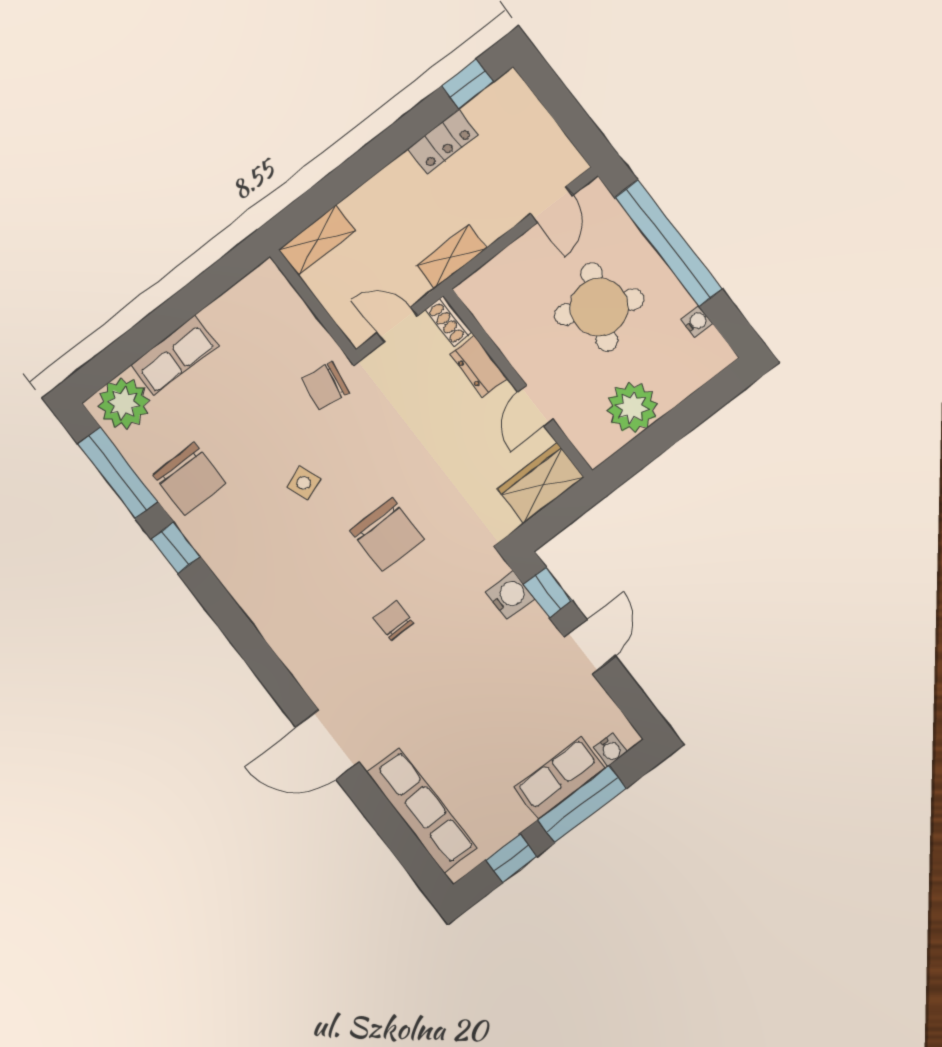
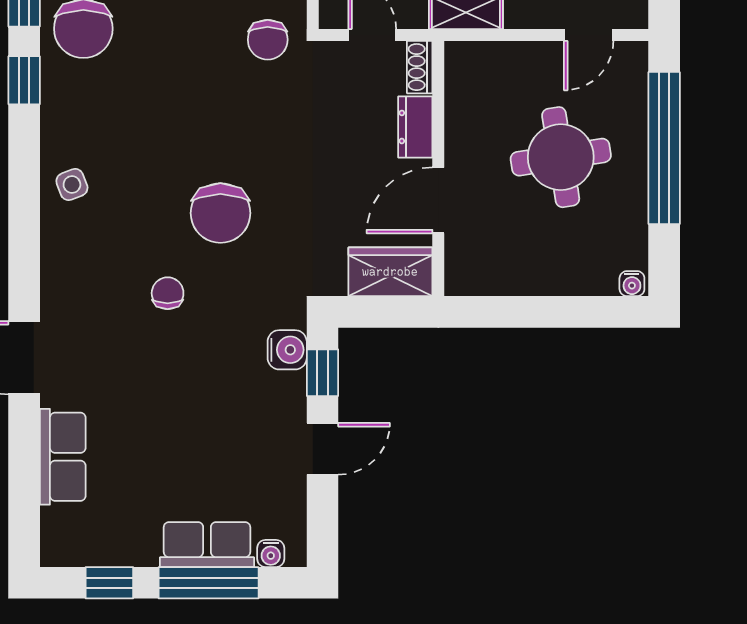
round table: (599, 307) -> (561, 157), turned -34
water cooler: (697, 322) -> (632, 284), moved, turned 90
chair: (326, 386) -> (268, 40), turned -99
door: (535, 406) -> (438, 200), width x1.37
plant: (632, 407) -> (522, 267), removed
side table: (304, 483) -> (72, 185), moved
row of seats: (422, 810) -> (63, 457), width x0.68

